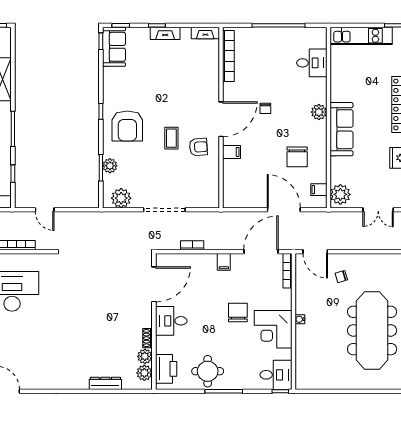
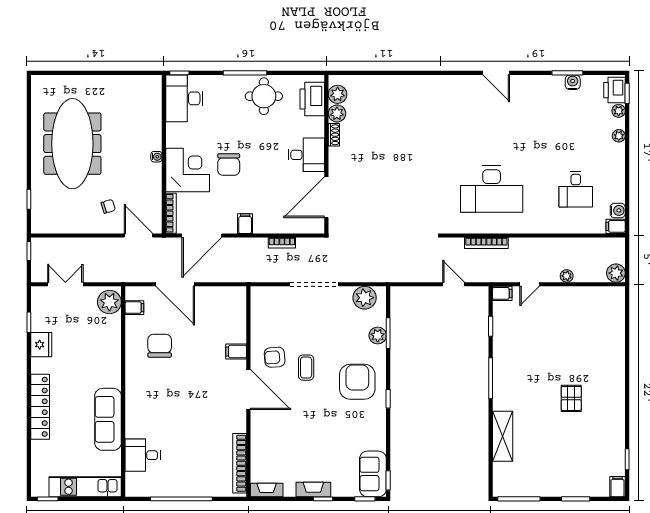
chair: (265, 108) -> (197, 402), removed
plant: (319, 112) -> (134, 398), removed
door: (221, 119) -> (248, 389), swing flipped
sofa: (342, 129) -> (108, 419), moved
corner desk: (273, 329) -> (188, 170), moved
desk: (276, 375) -> (184, 98), width x1.37
dresser: (105, 383) -> (383, 82), removed

